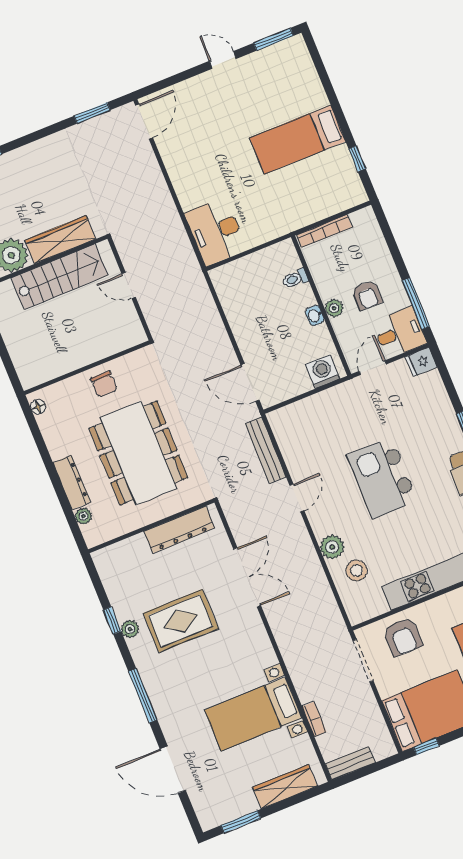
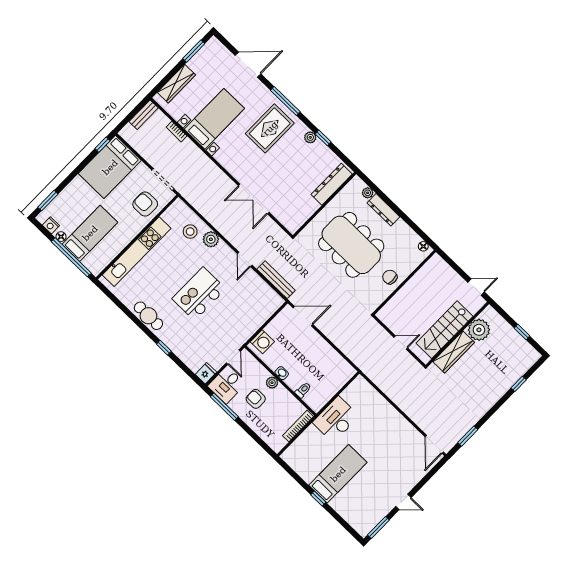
window: (357, 159) -> (318, 498), moved
desk: (216, 232) -> (336, 419), moved, turned -90
kitchen island: (382, 478) -> (199, 294), turned -90
dresser: (179, 530) -> (332, 184), moved
rug: (181, 621) -> (270, 128), moved

